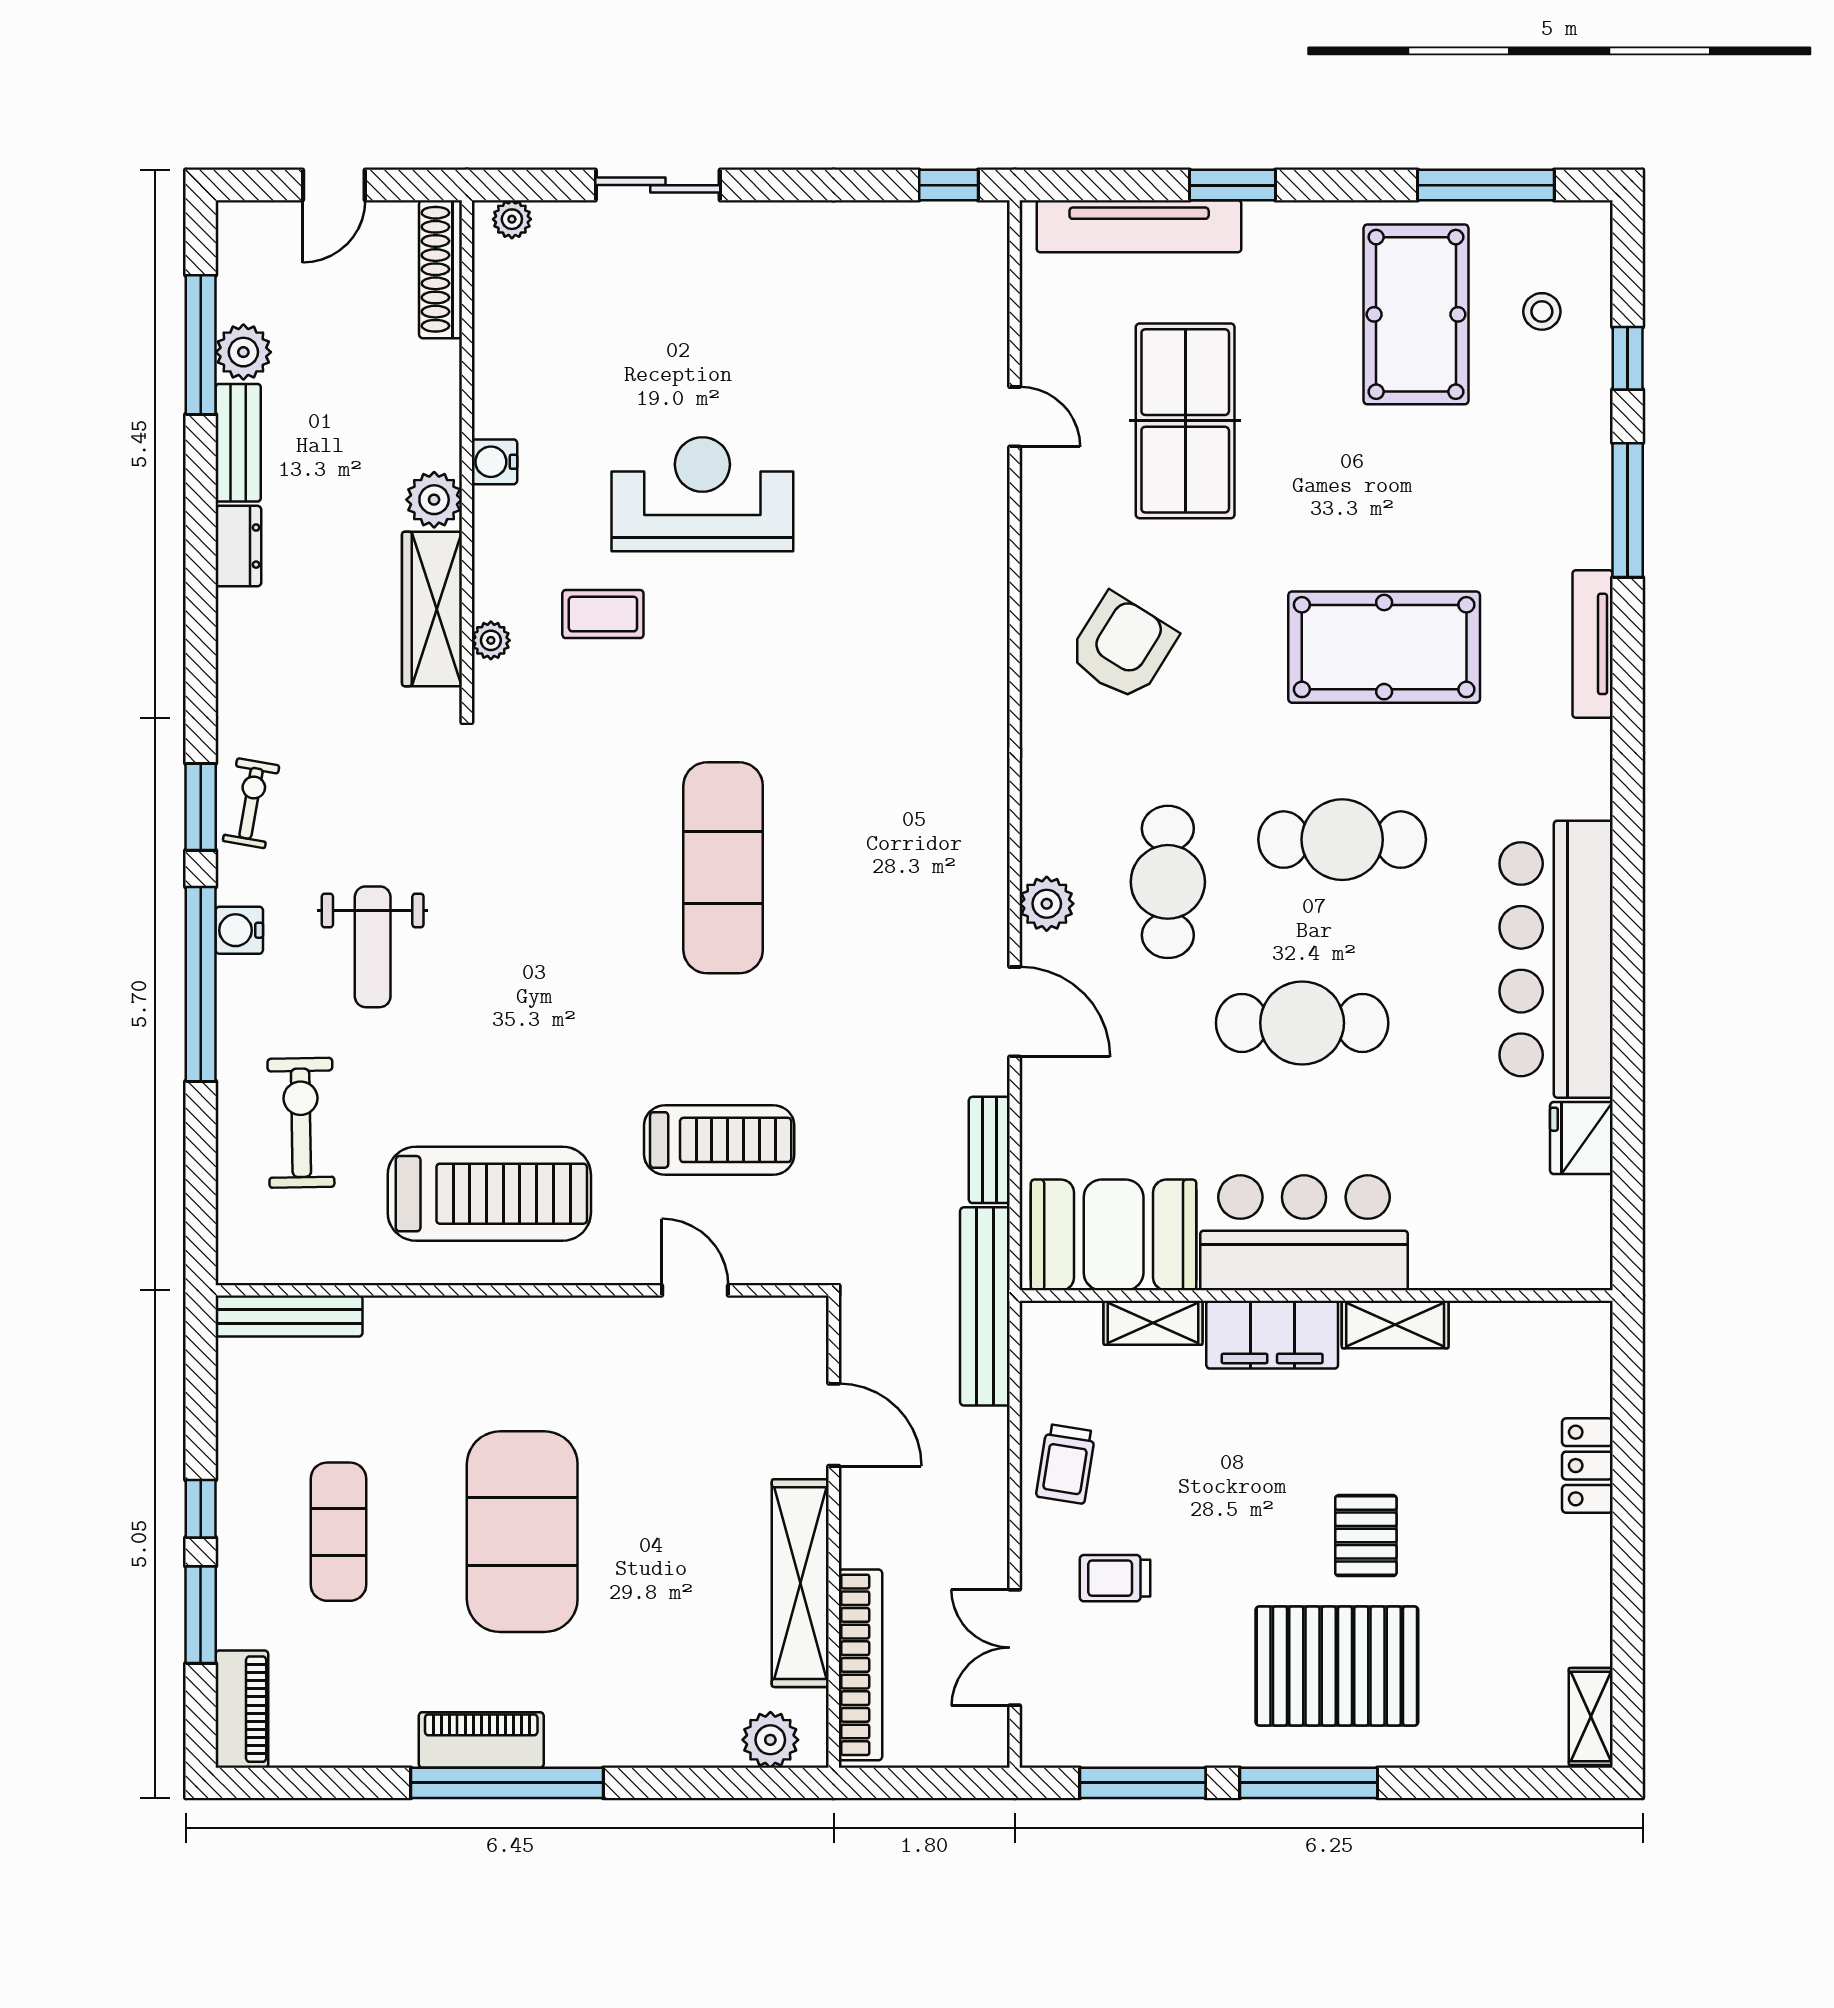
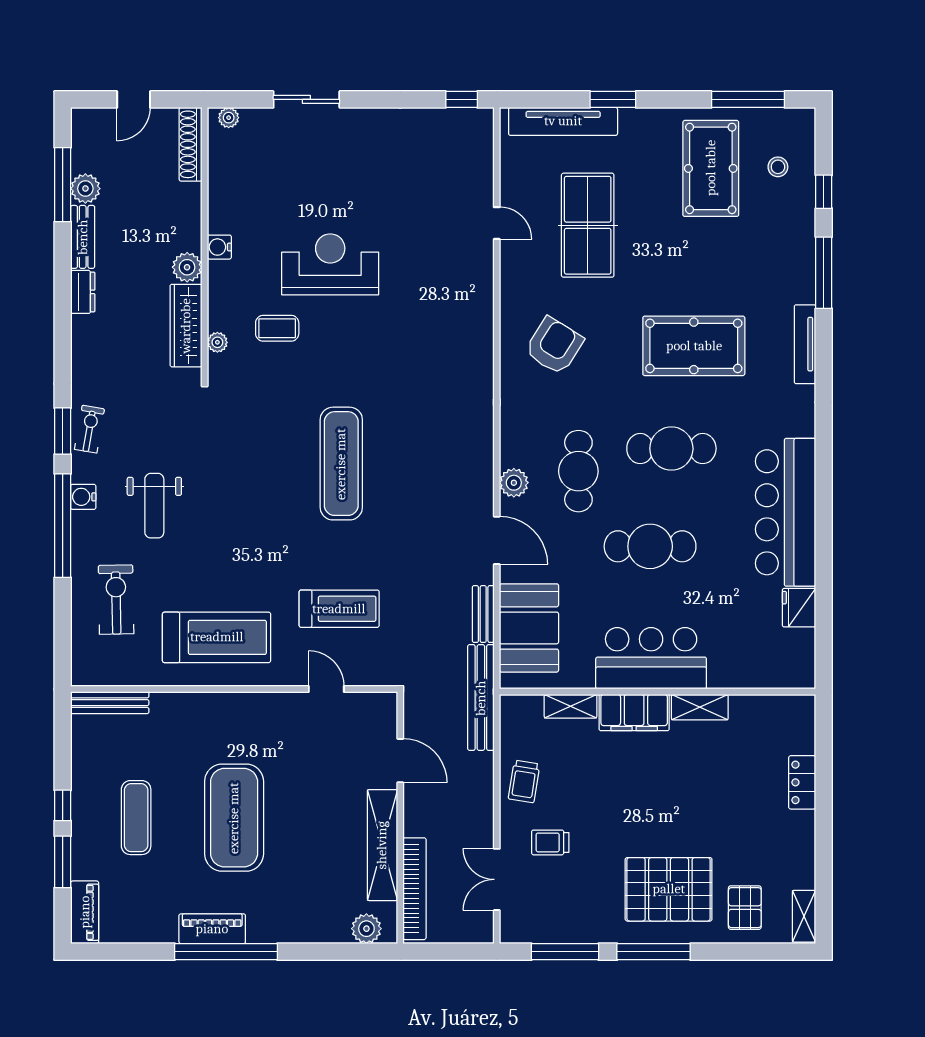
booth: (1114, 1235) -> (529, 628), moved, turned 90
pallet: (1366, 1536) -> (745, 908), moved

